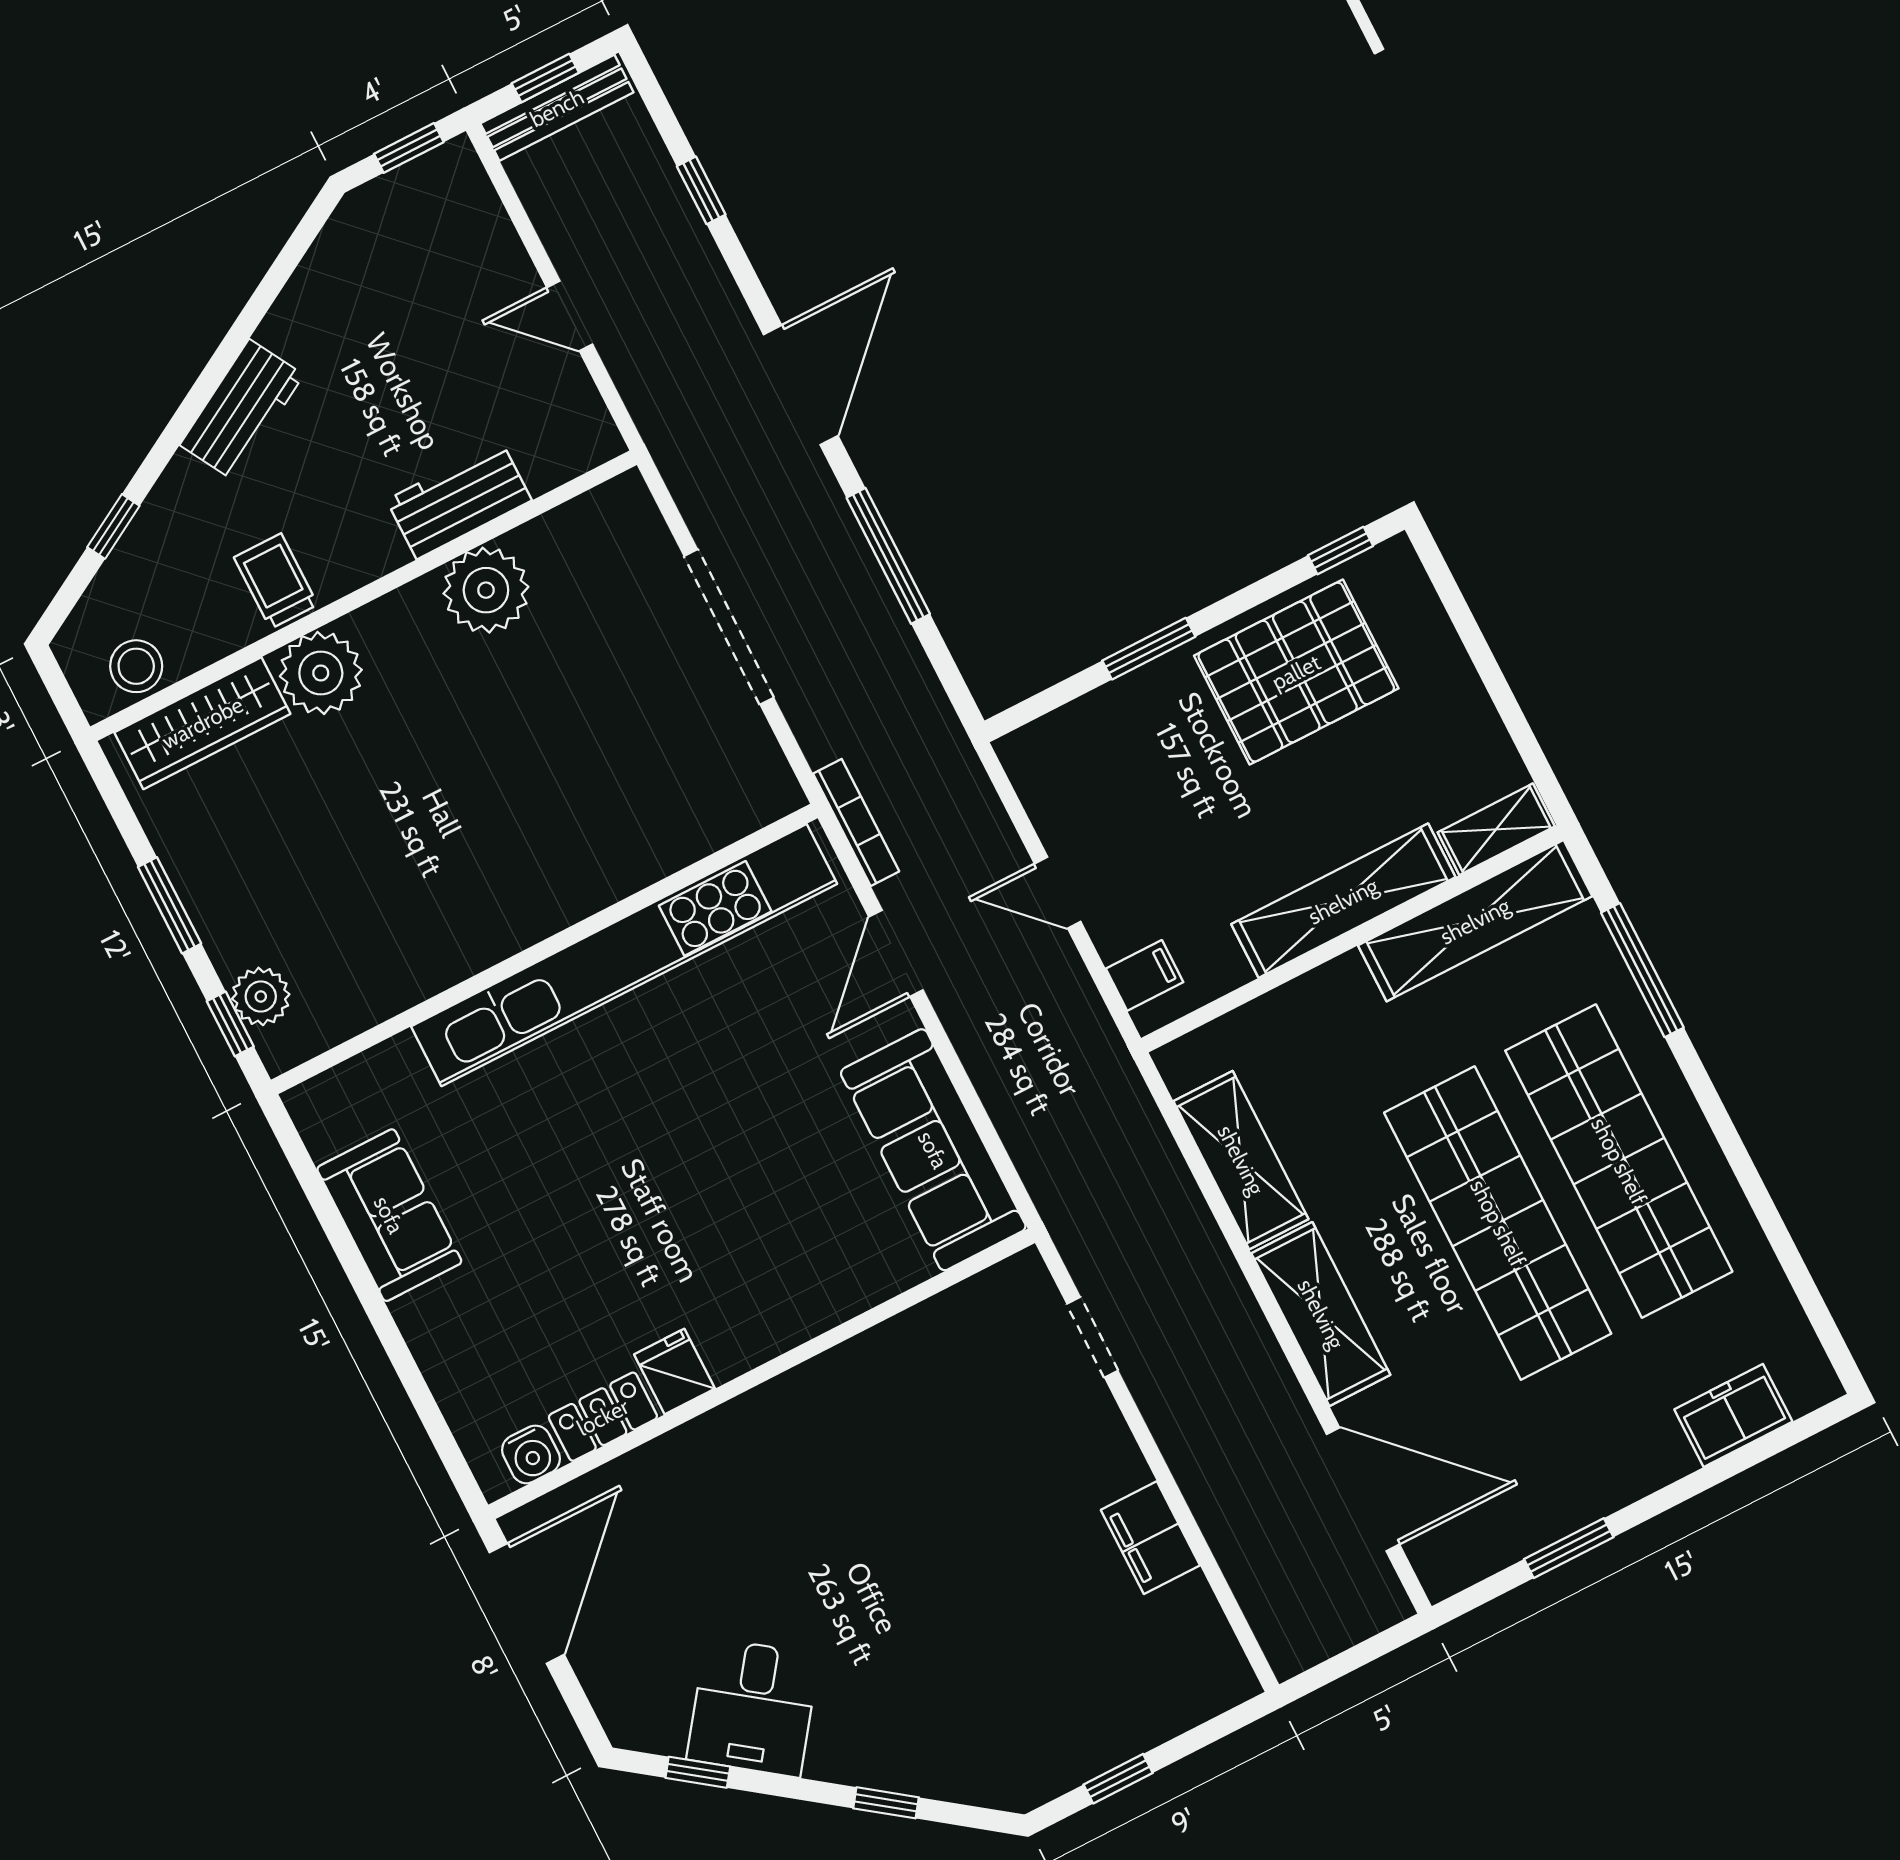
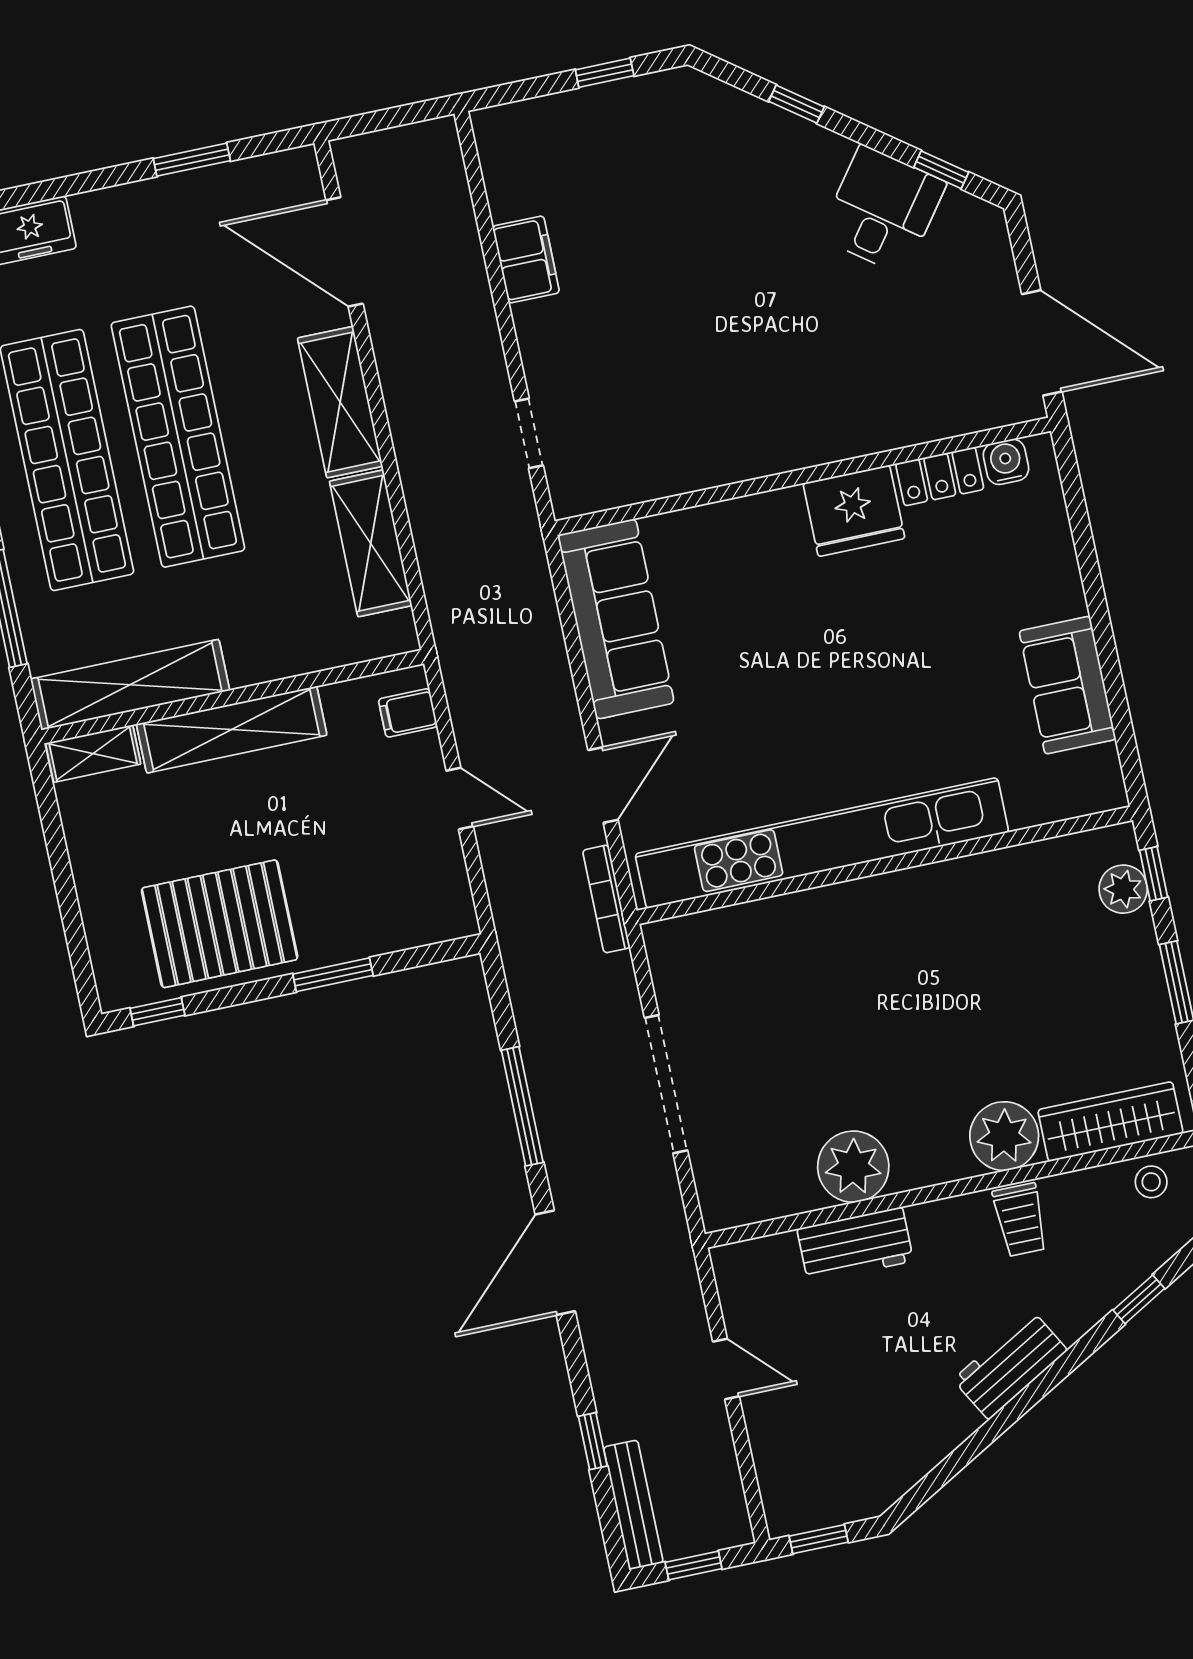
bench: (557, 108) -> (633, 1505), moved, turned 90
stool: (136, 666) -> (1151, 1182), width x0.73, depth x0.73
fridge: (675, 1372) -> (854, 511), width x1.88, depth x1.34
door: (527, 1604) -> (1042, 343), swing flipped

